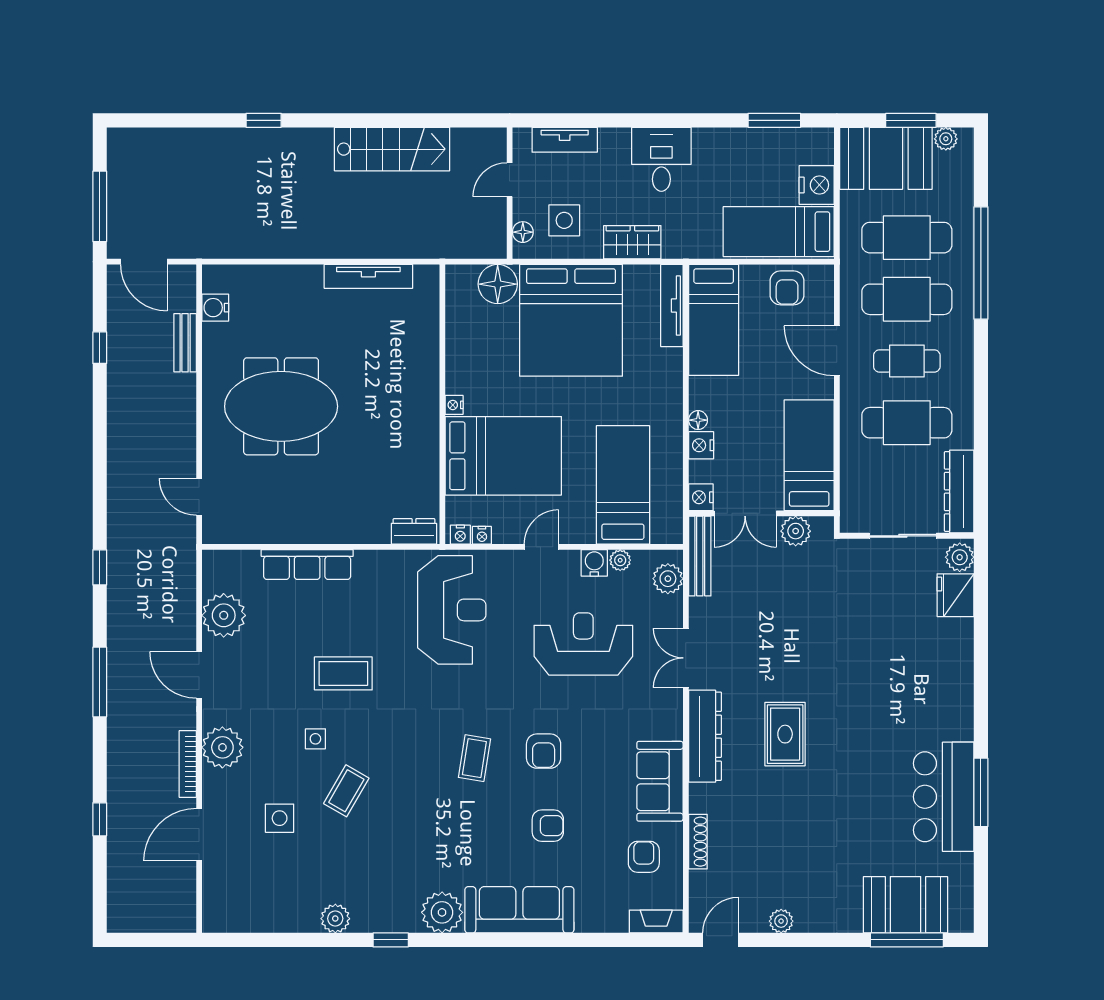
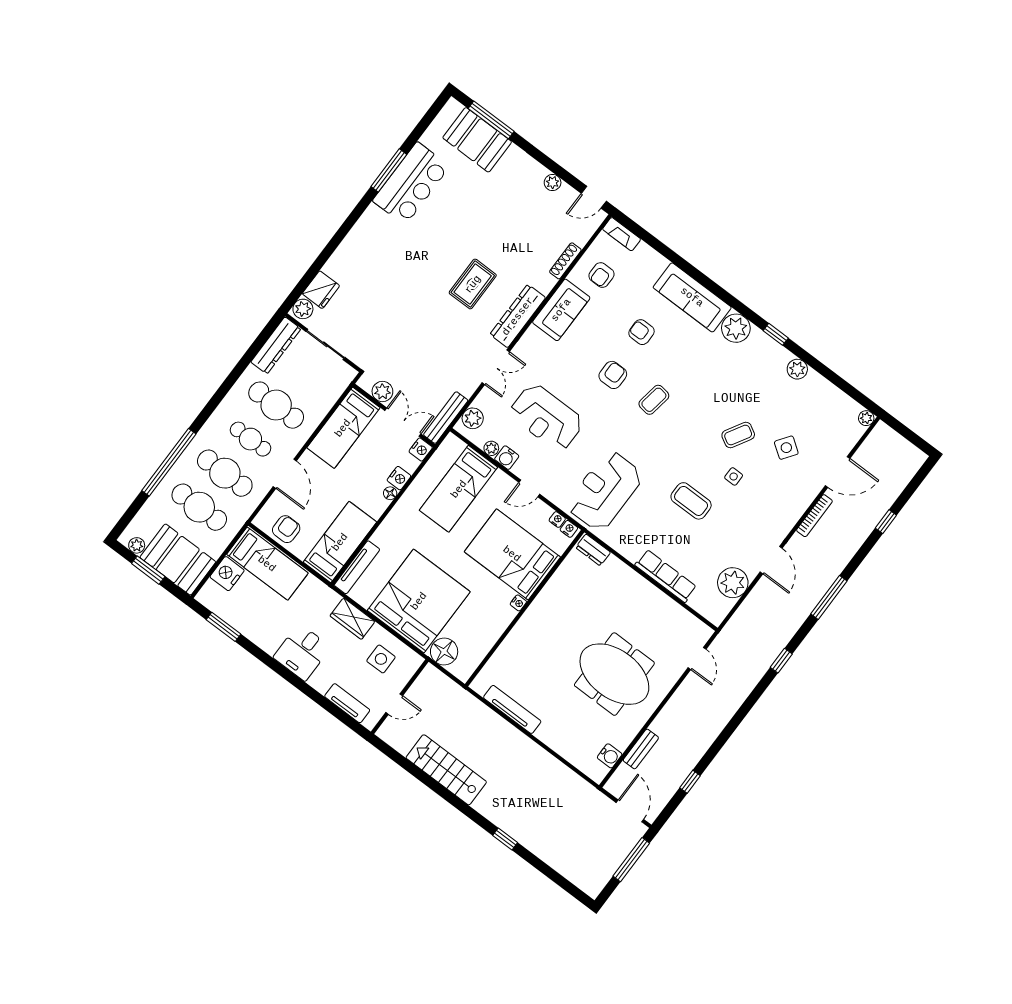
floor lamp: (523, 232) -> (409, 670), removed
plant: (222, 747) -> (866, 418), moved, width x0.53, depth x0.53
side table: (280, 818) -> (786, 448), turned 35

